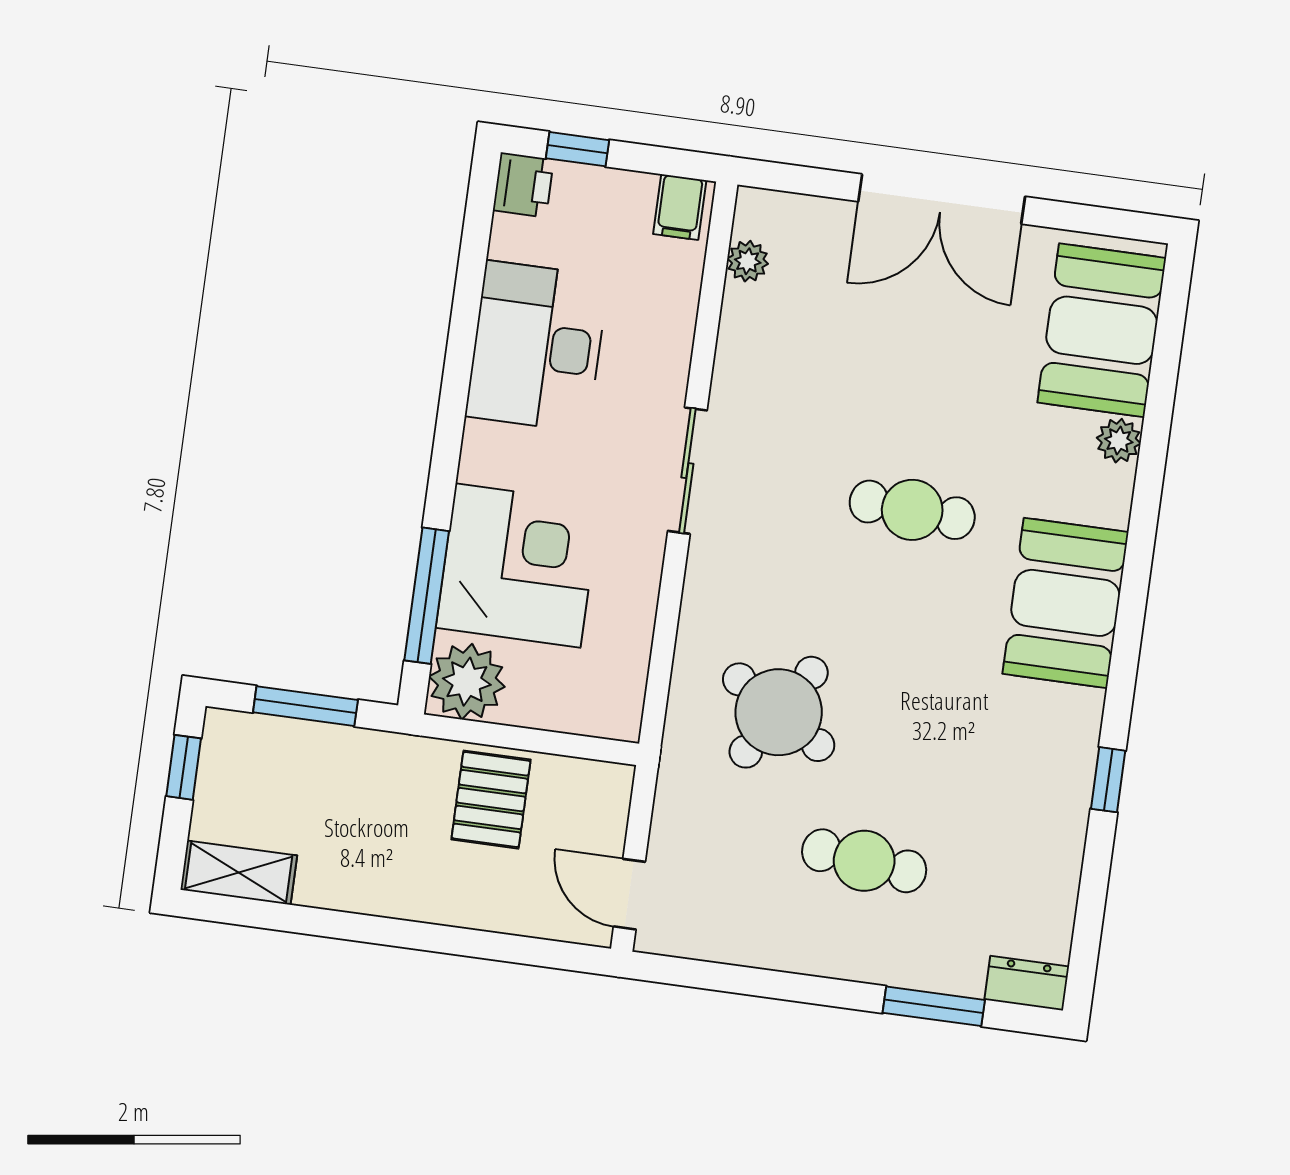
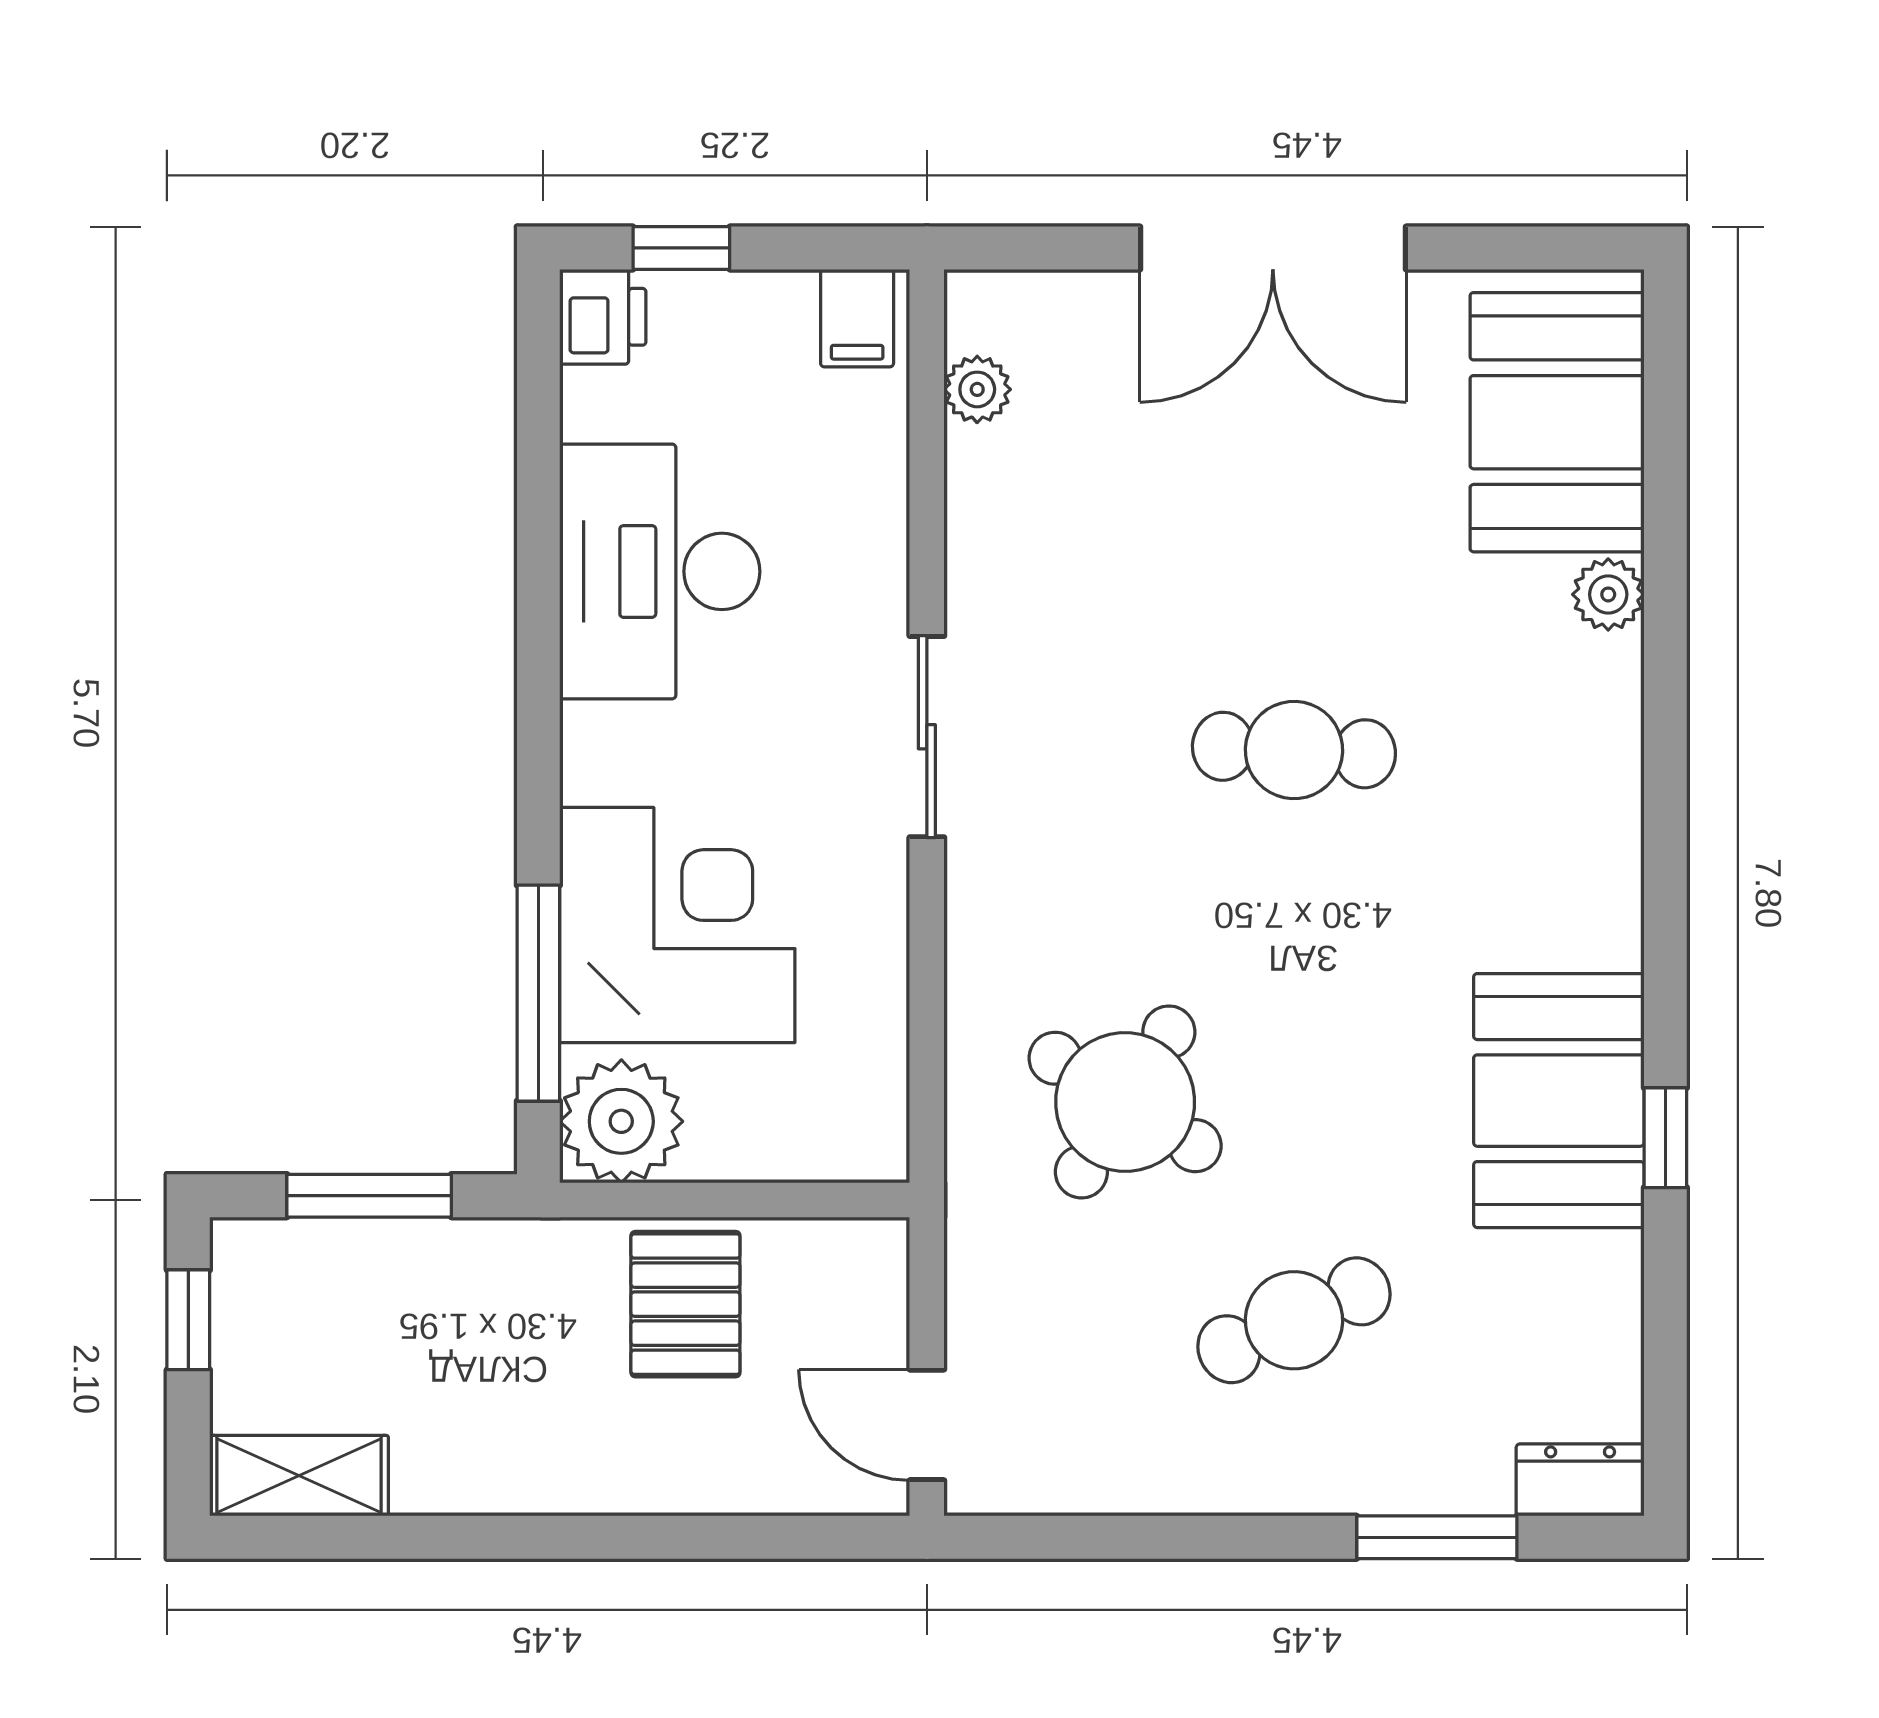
booth: (1066, 603) -> (1559, 1101), moved
cafe table: (864, 861) -> (1294, 1320), turned -30

